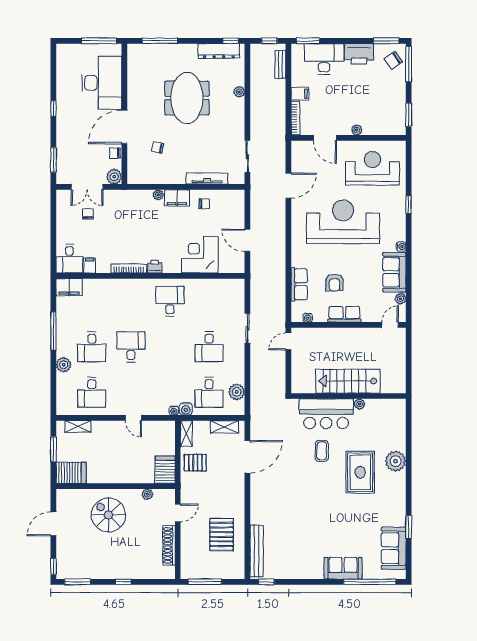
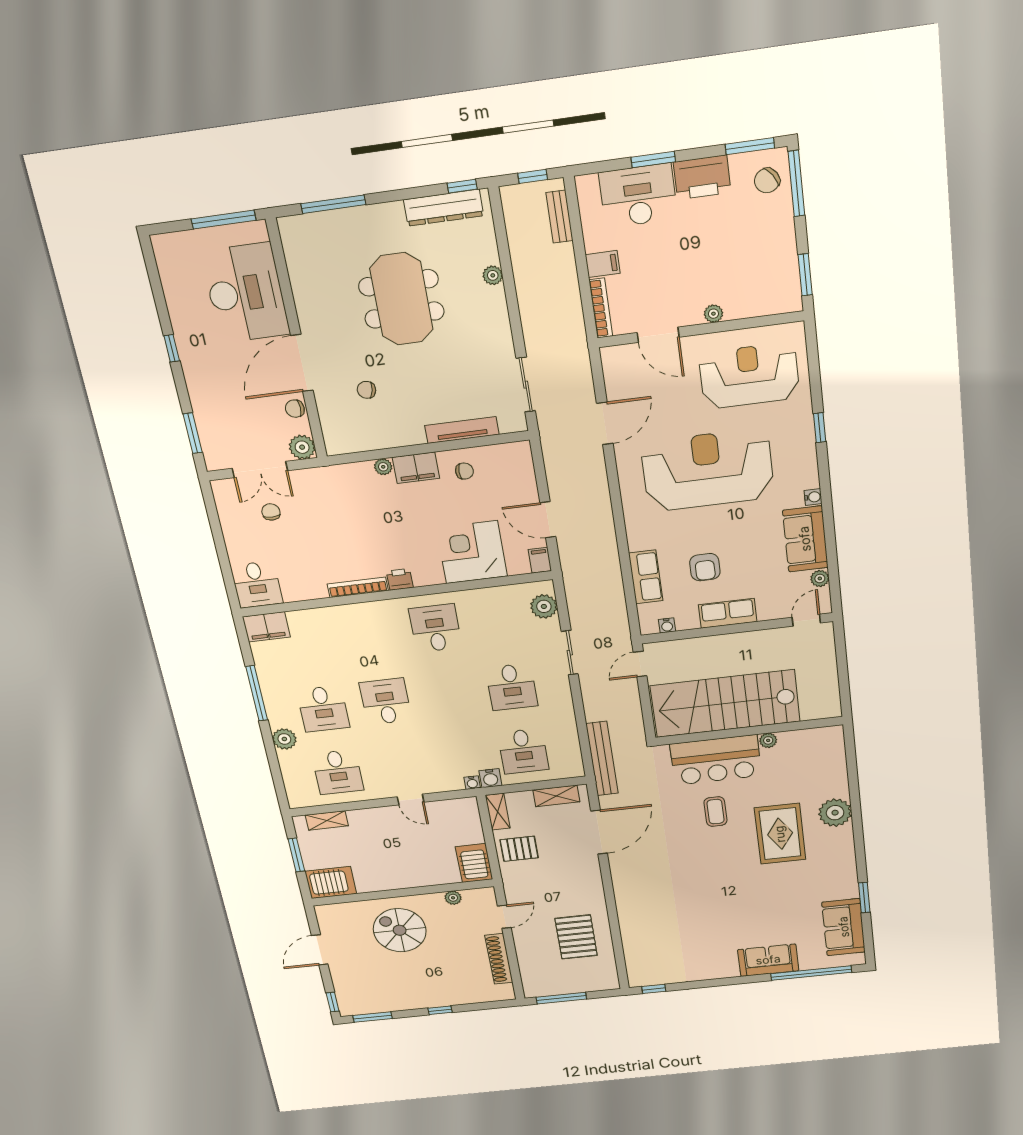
window: (308, 41) -> (653, 160), moved
filing cabinet: (90, 265) -> (540, 560), moved
stairs: (348, 381) -> (725, 704), width x1.36, depth x1.51
plant: (237, 392) -> (544, 606), moved
bench: (257, 551) -> (602, 759), moved

